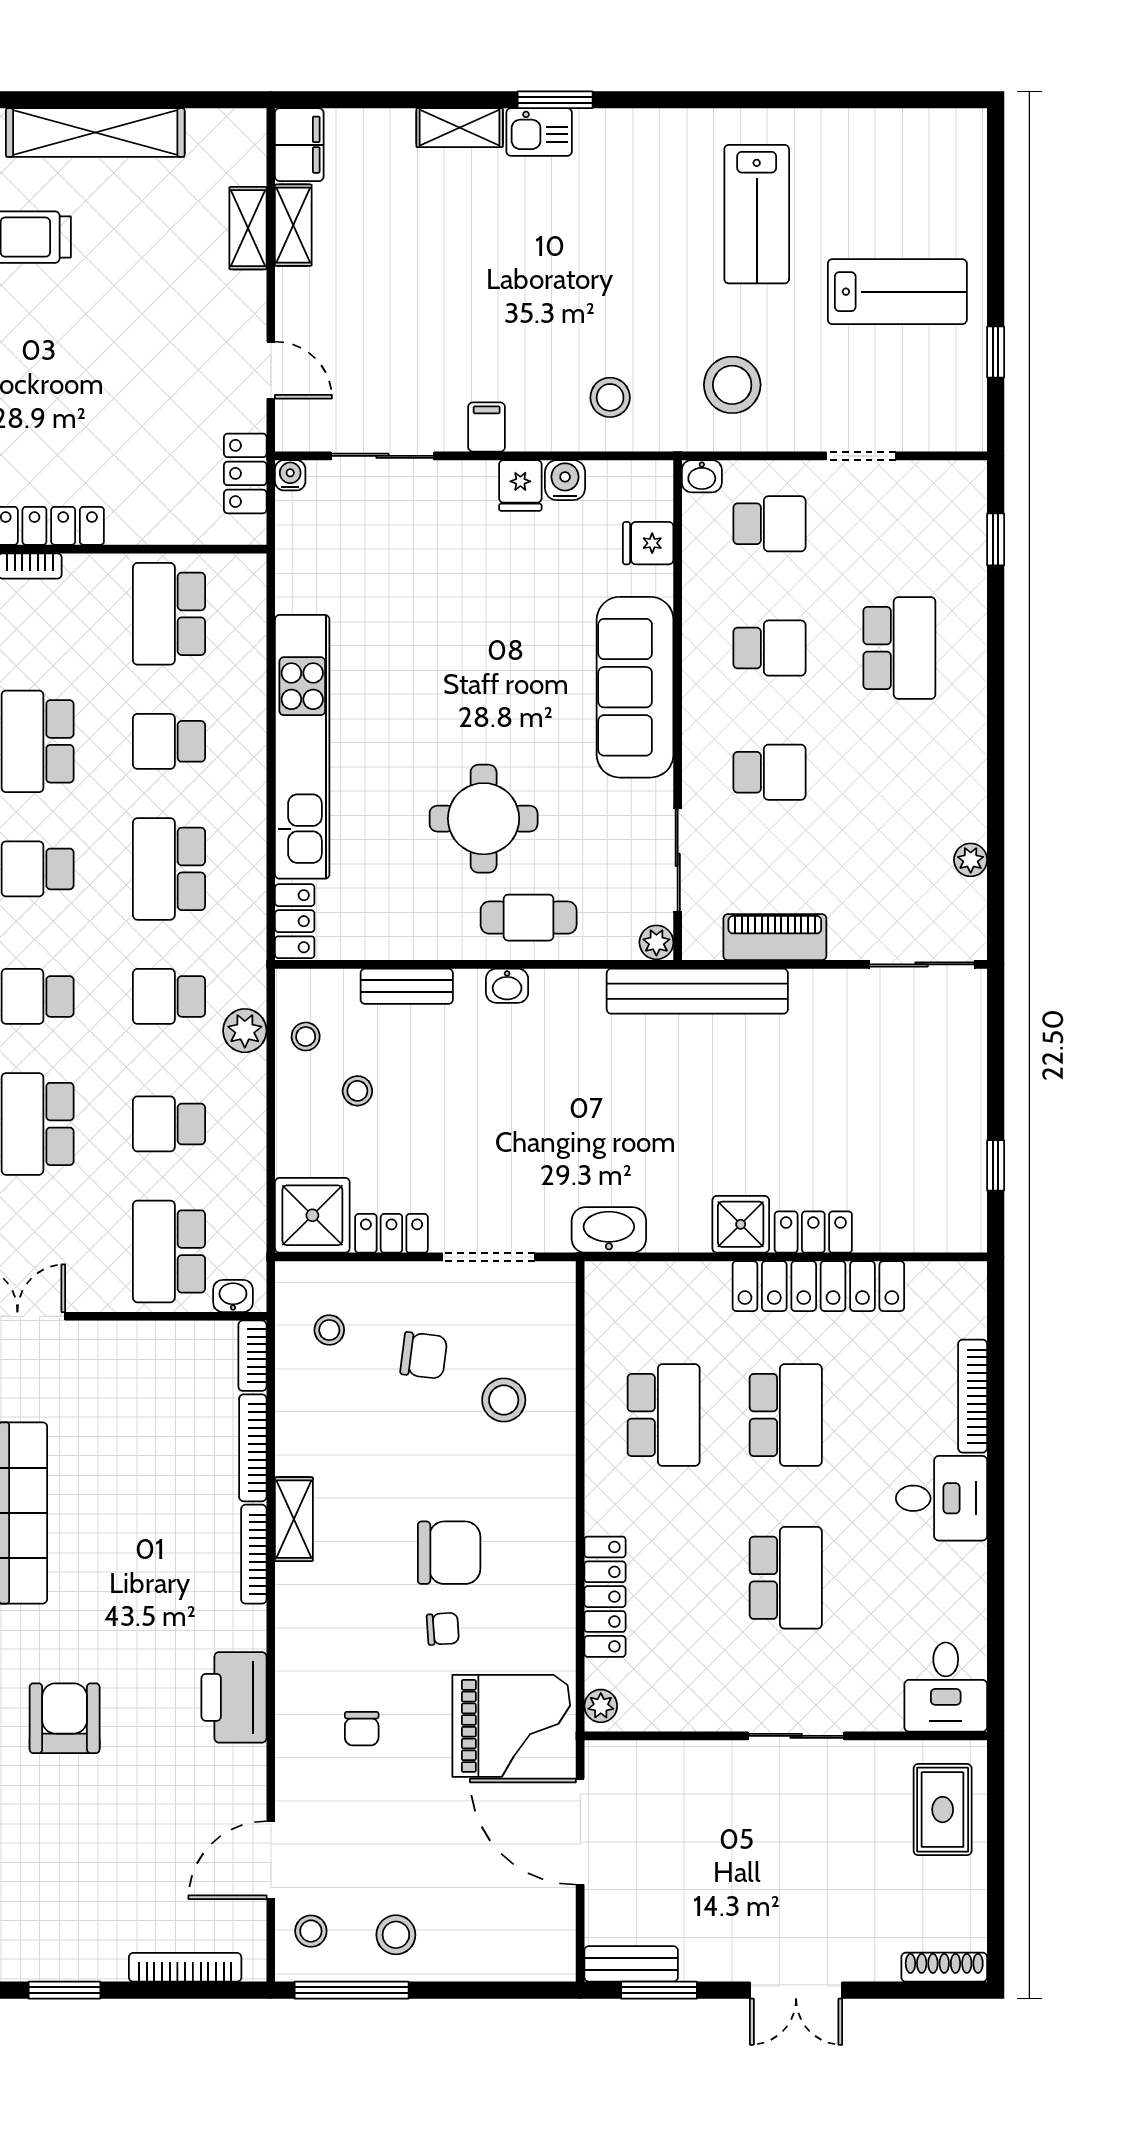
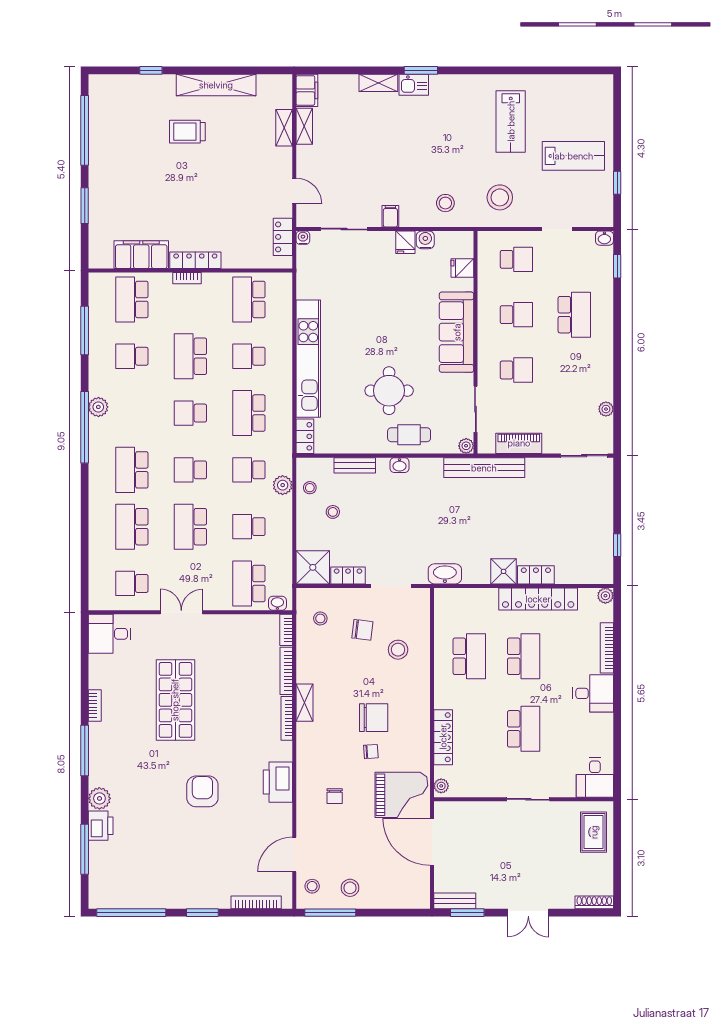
washbasin: (702, 476) -> (604, 238), moved
plant: (969, 1279) -> (605, 596), added

